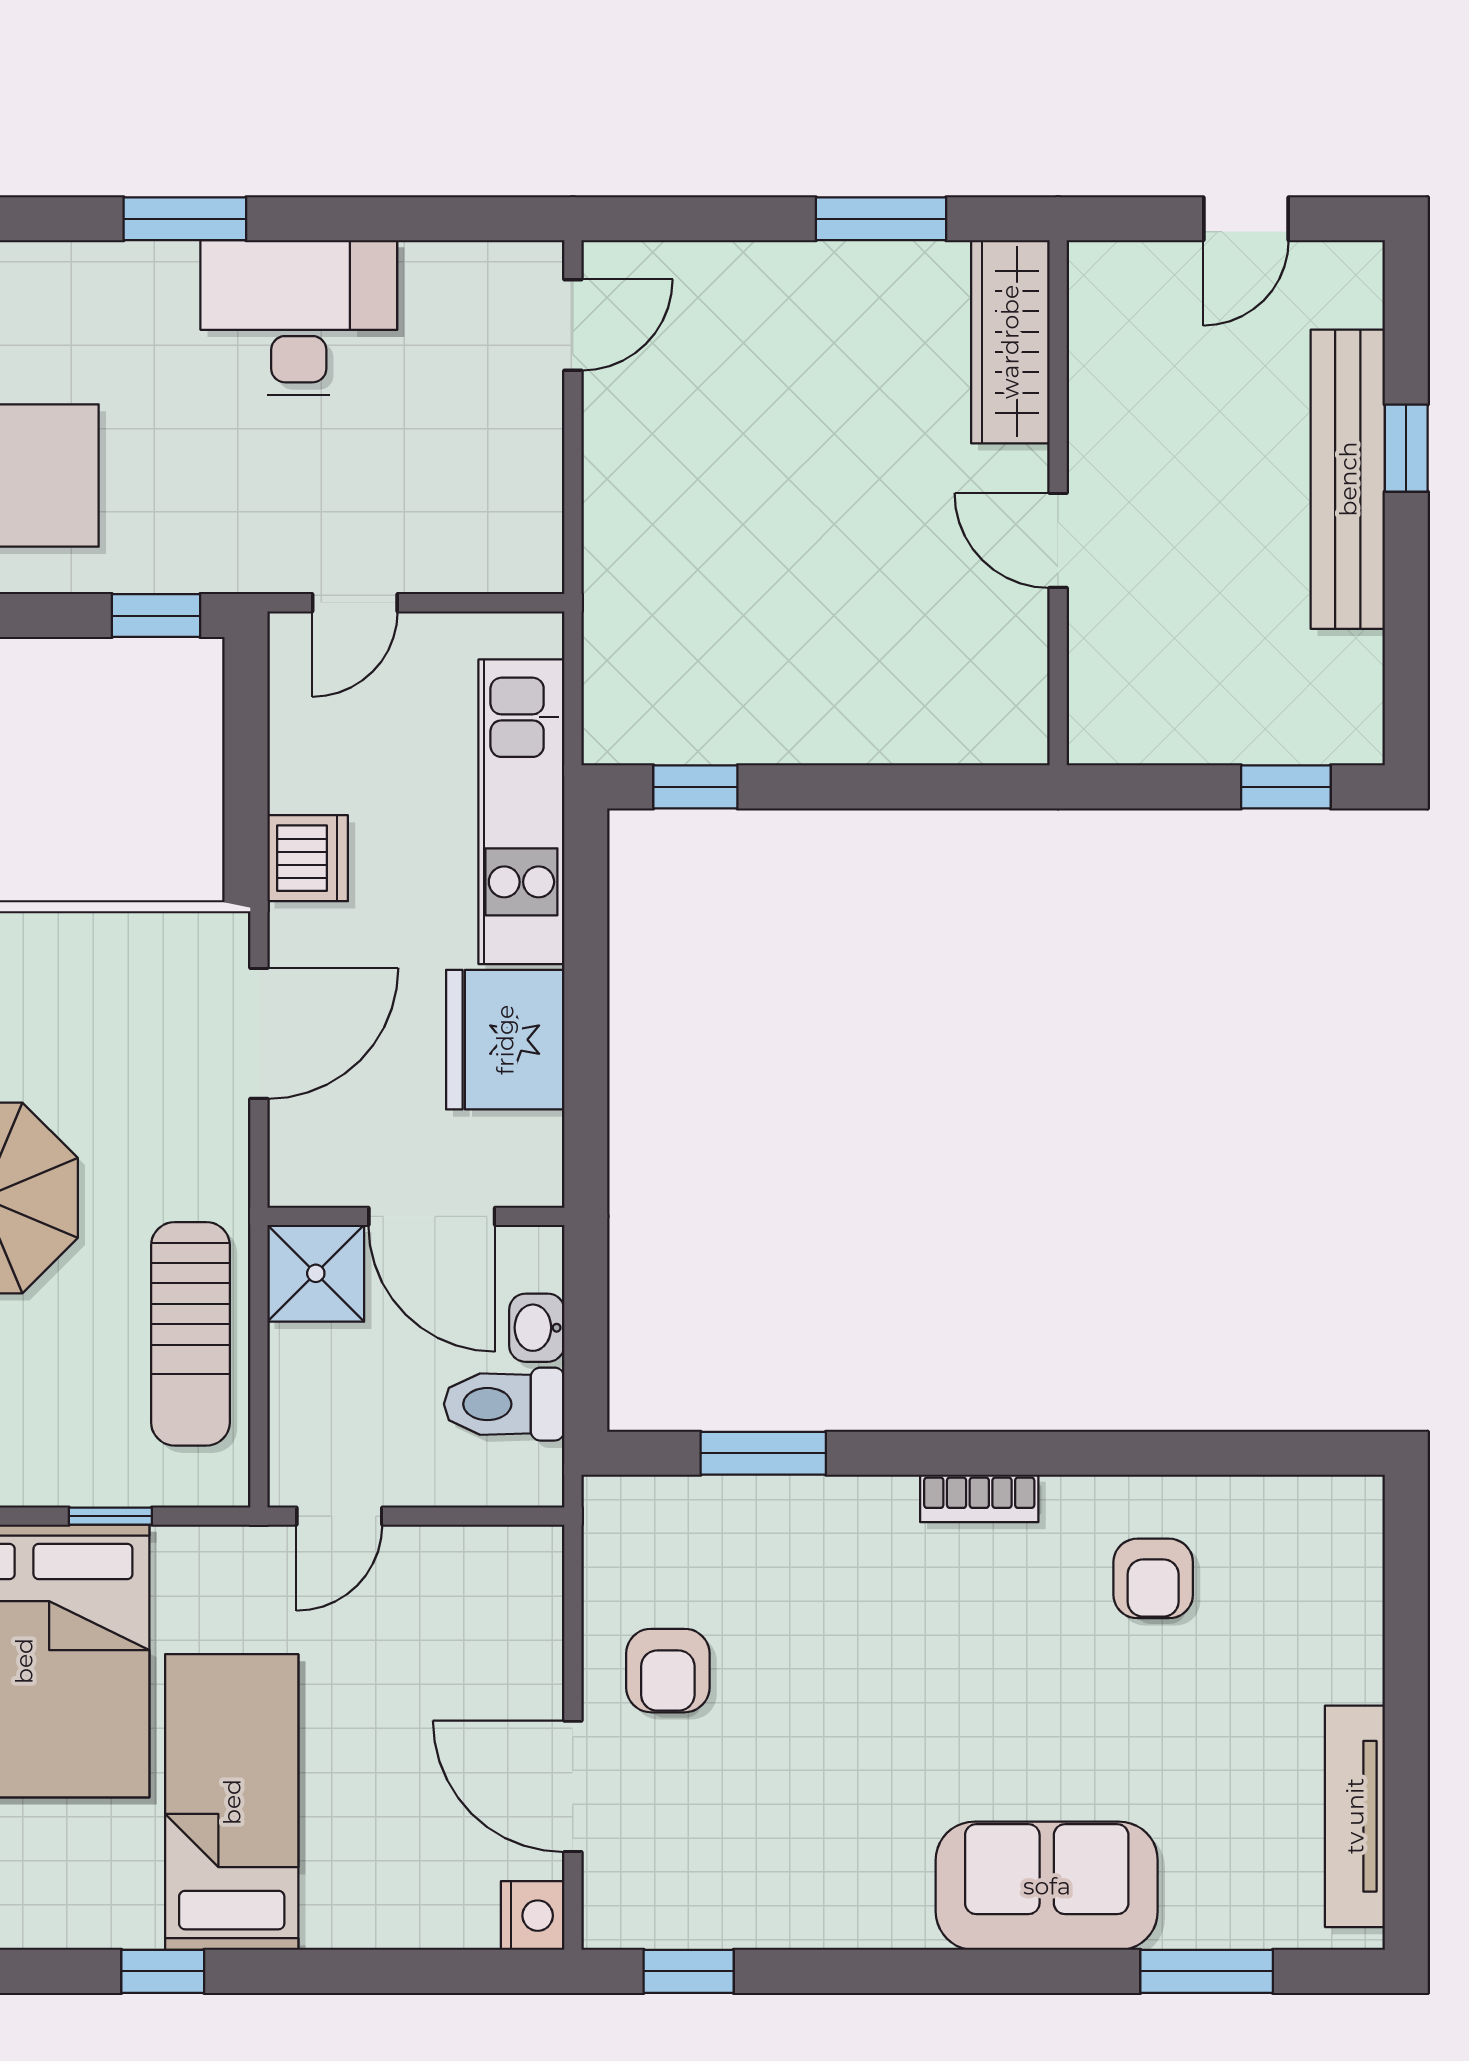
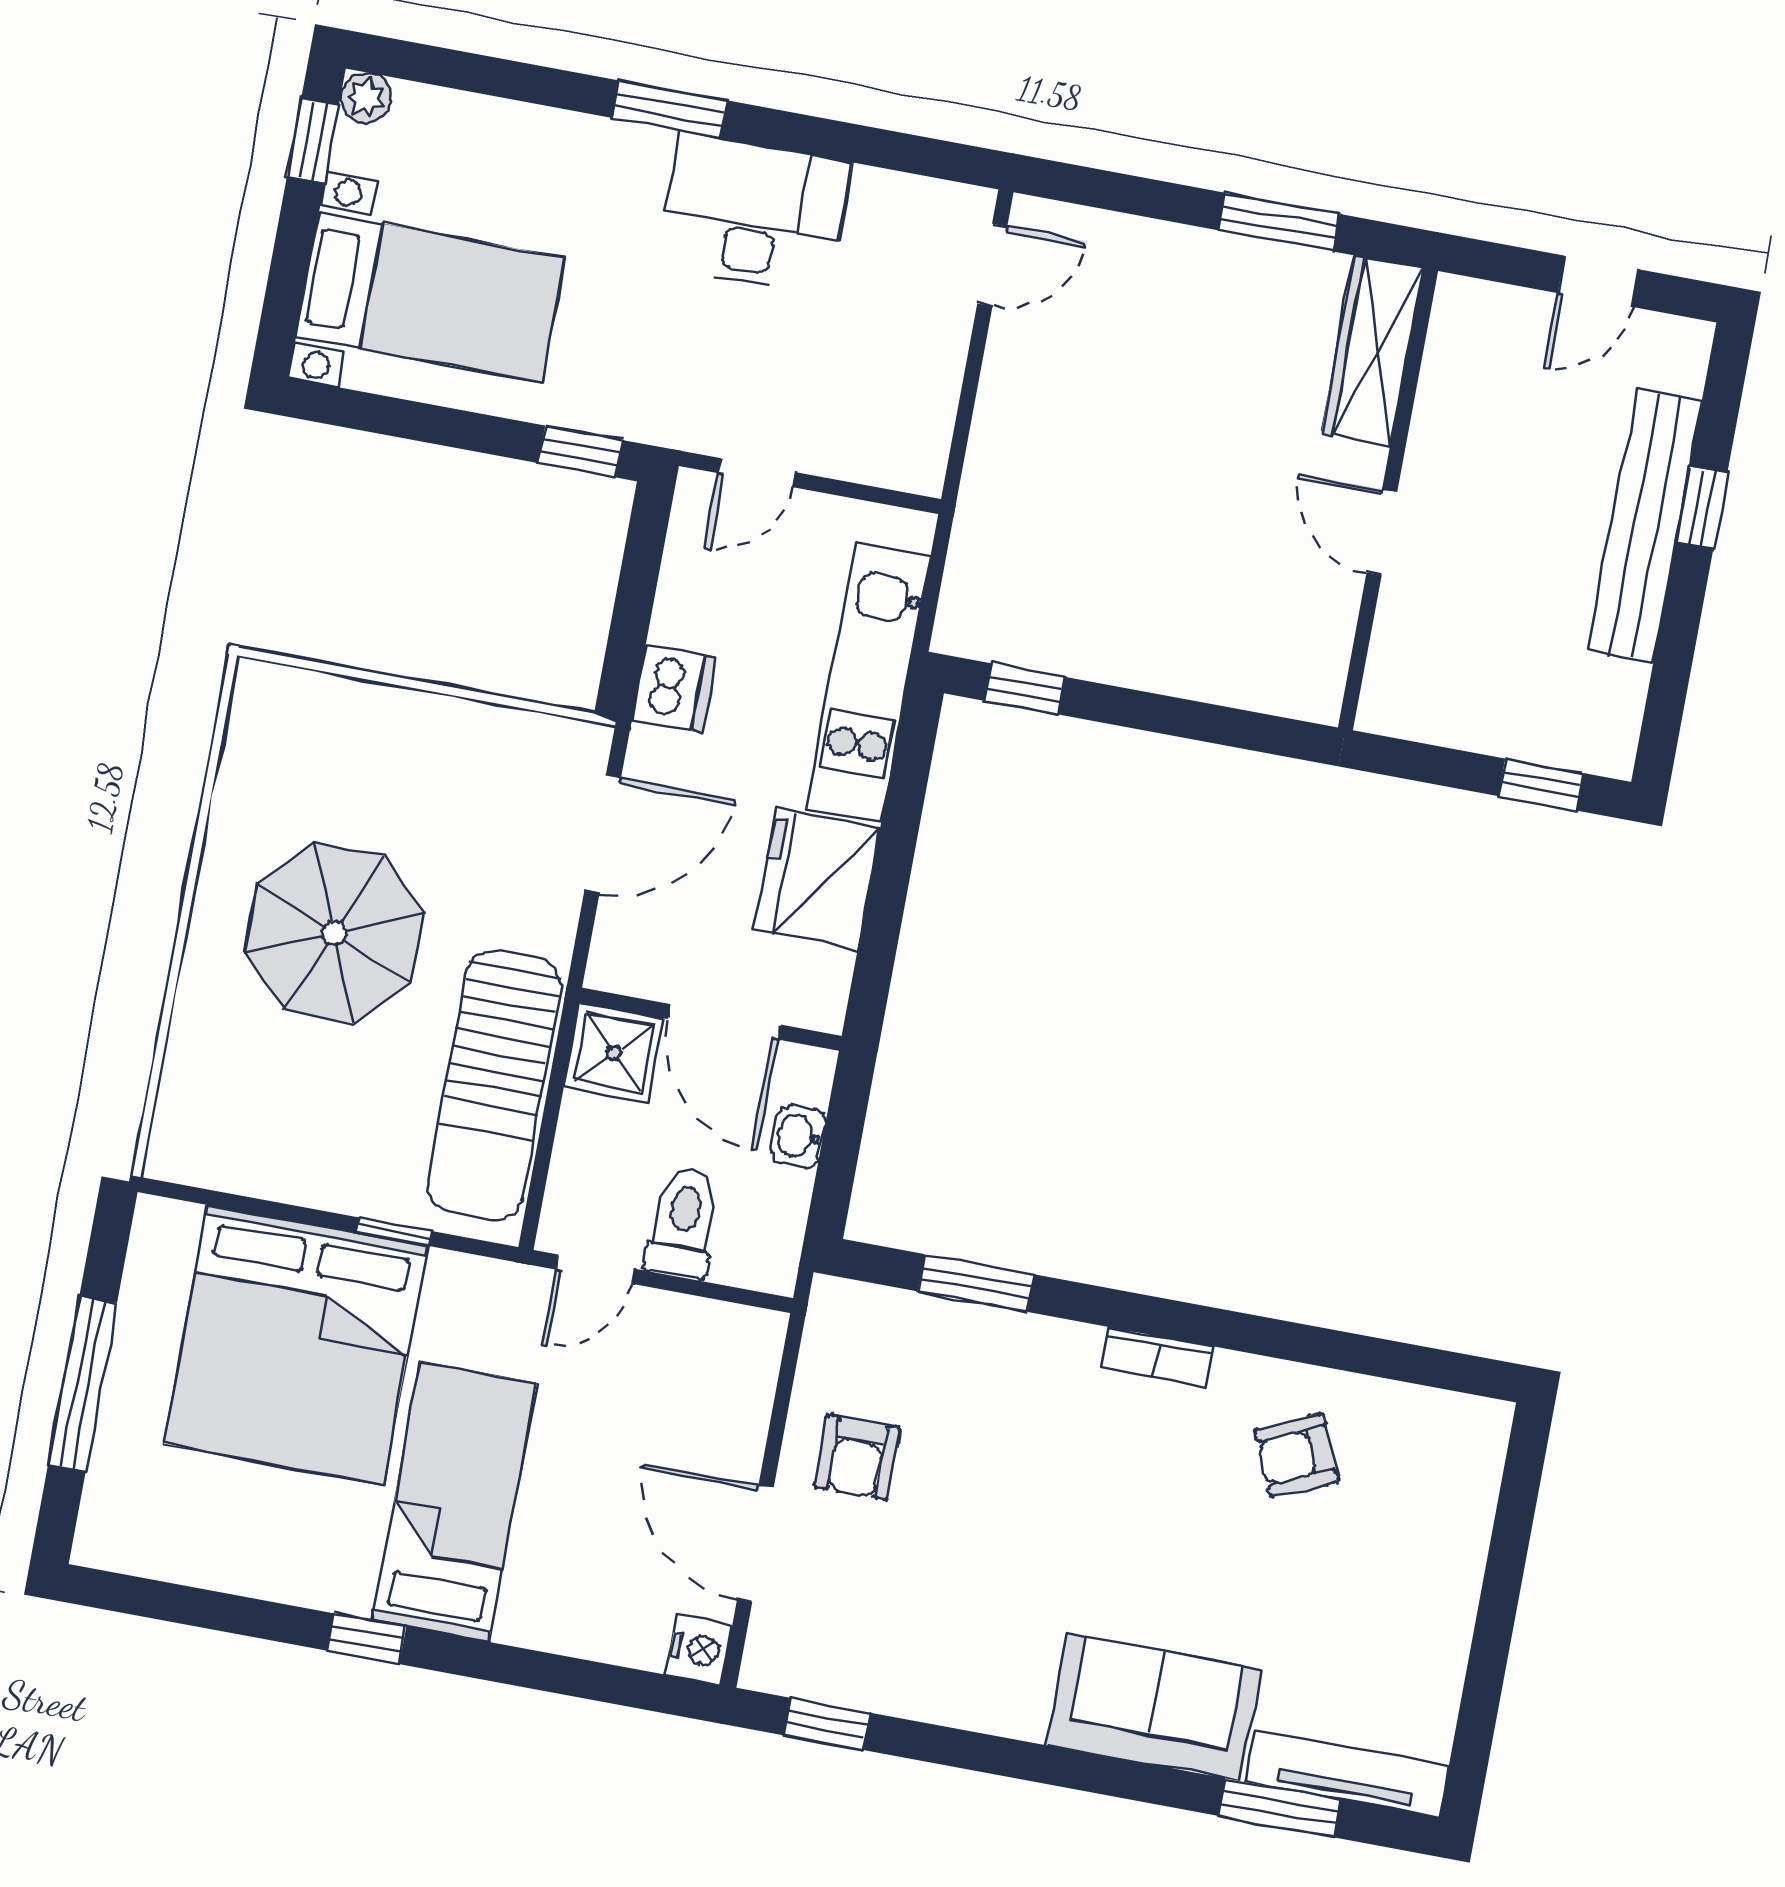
sun lounger: (190, 1334) -> (494, 1085), width x1.36, depth x1.34
toilet: (504, 1404) -> (683, 1223), moved, turned 90
armchair: (1153, 1578) -> (1297, 1456), turned 66
tv unit: (1355, 1816) -> (1347, 1774), moved, turned 90

